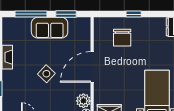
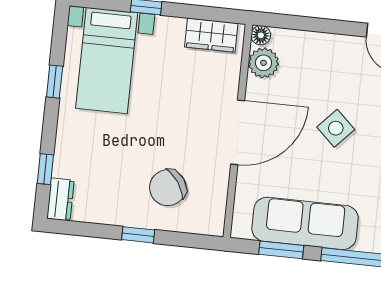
sofa: (50, 28) -> (305, 223), width x1.36
chair: (122, 38) -> (168, 188), turned -125

